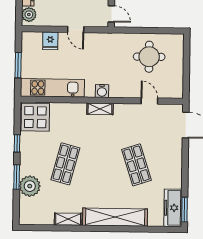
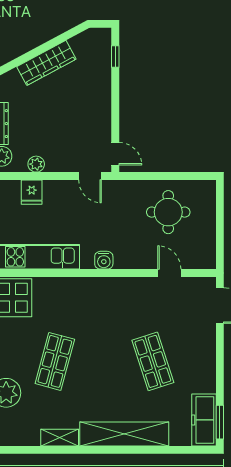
plant: (54, 21) -> (36, 164), added
door: (76, 30) -> (90, 176), moved
shelving: (100, 109) -> (101, 285), removed

